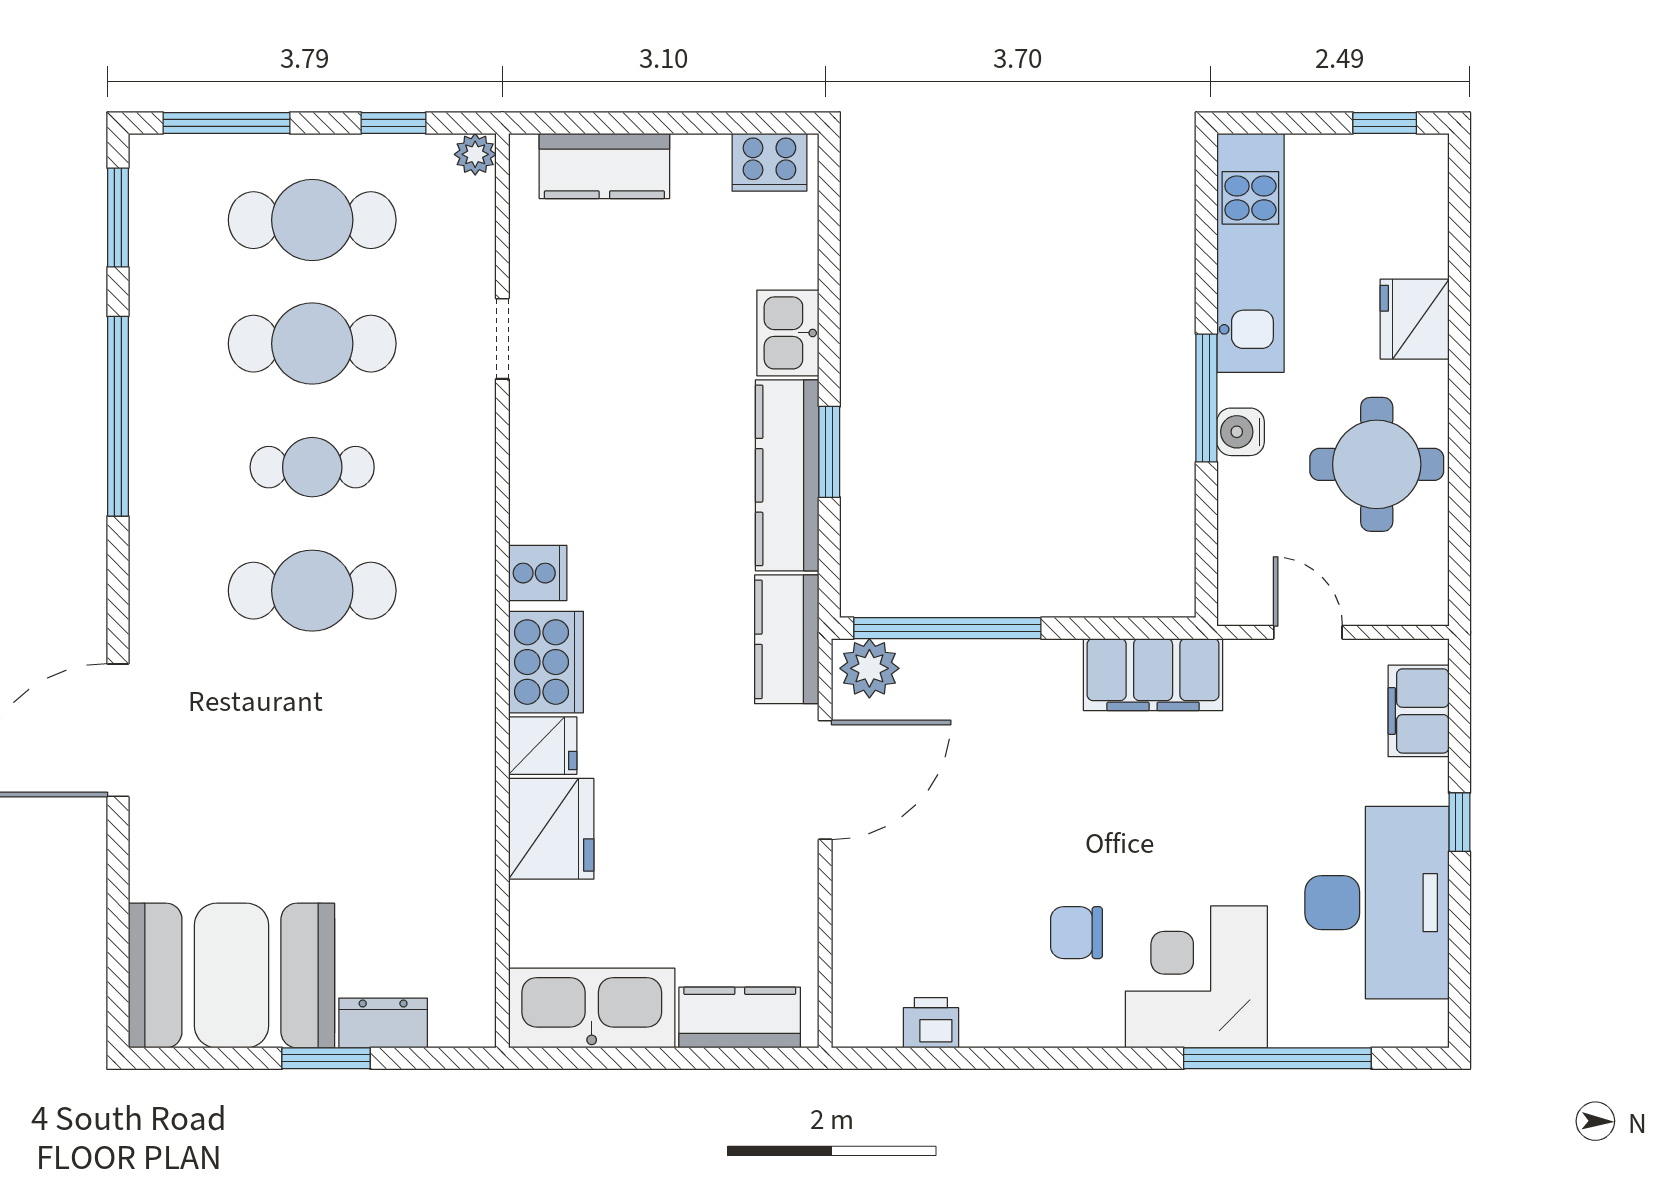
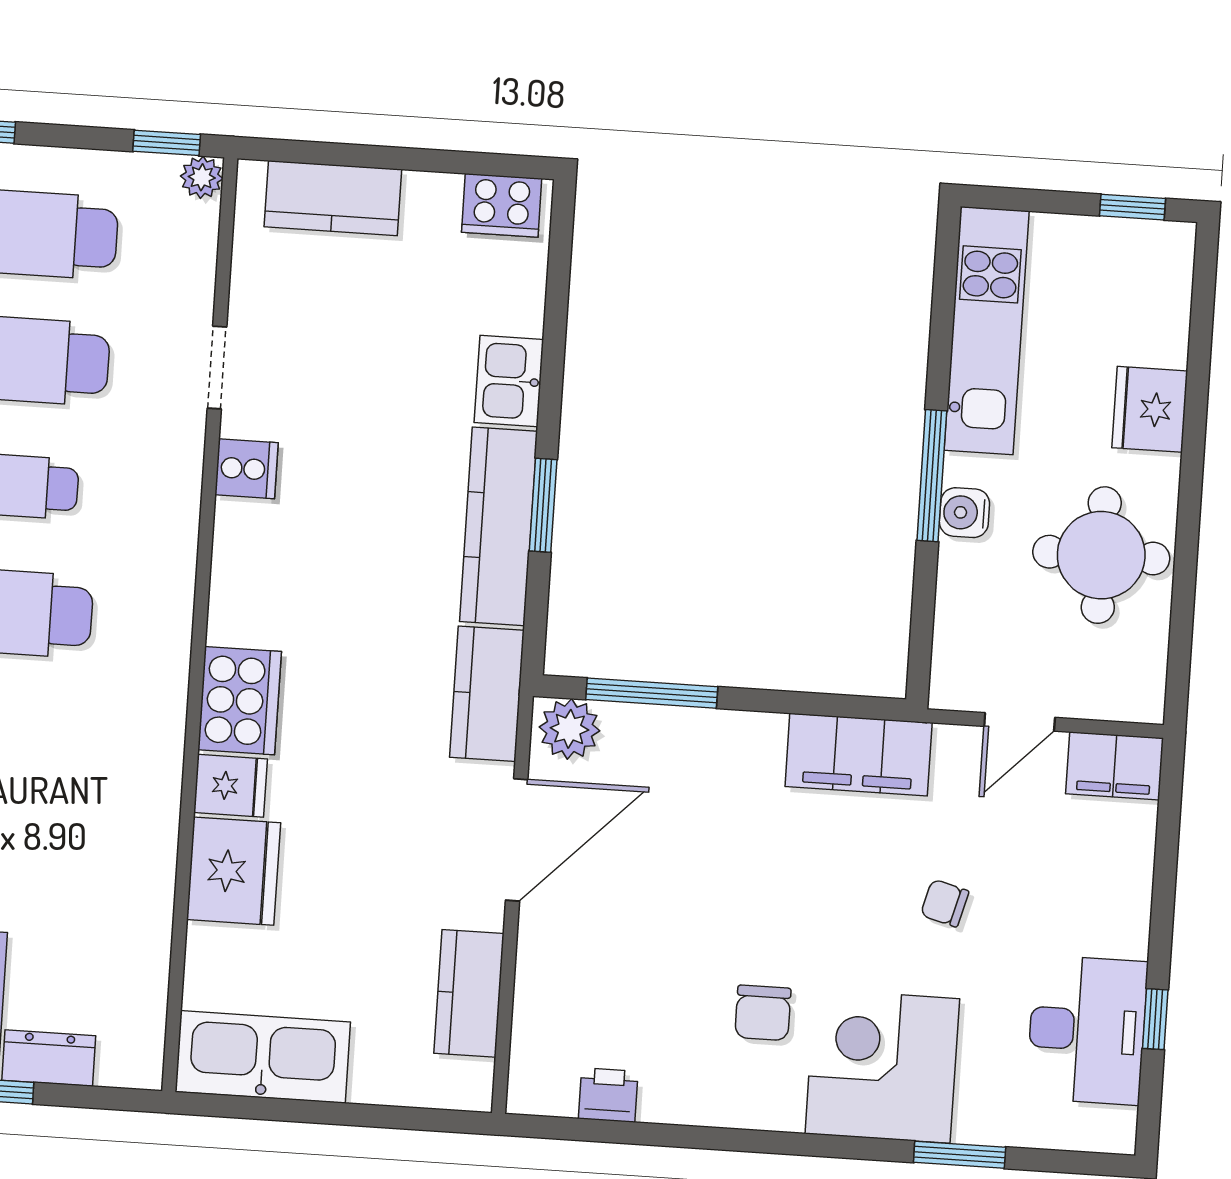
window: (394, 123) -> (167, 143), moved
cooker: (538, 573) -> (246, 469), moved
window: (947, 628) -> (652, 693), width x0.68
door: (1308, 632) -> (1020, 722), swing flipped
filing cabinet: (1419, 711) -> (1114, 766), moved, turned -90
chair: (1247, 814) -> (945, 903), added
window: (1459, 822) -> (1155, 1019), moved
desk: (1377, 903) -> (1087, 1030), width x0.73, depth x0.77
chair: (1076, 933) -> (763, 1013), turned -90
kitchen counter: (740, 1017) -> (469, 993), moved, turned -90
window: (1277, 1058) -> (960, 1155), width x0.47

